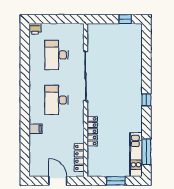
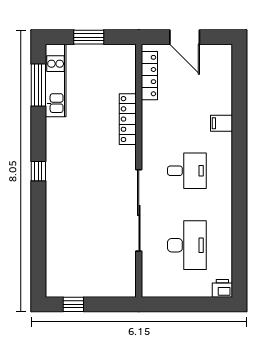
desk: (57, 100) -> (187, 171), width x0.73

